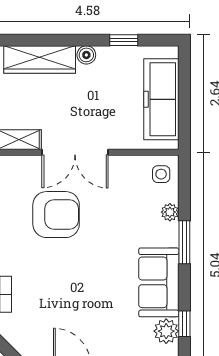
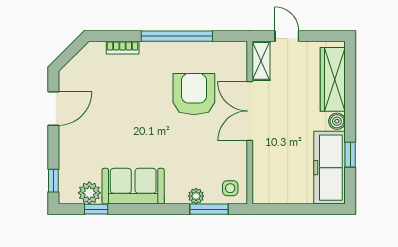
freezer: (161, 99) -> (330, 168), moved, turned -90
armchair: (56, 215) -> (194, 94), turned 180
window: (184, 242) -> (209, 209), moved

